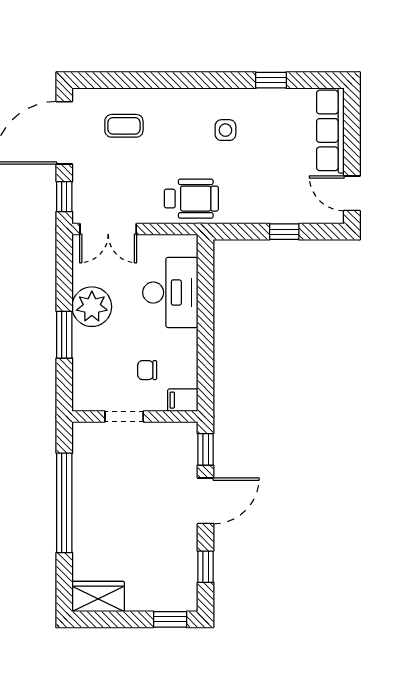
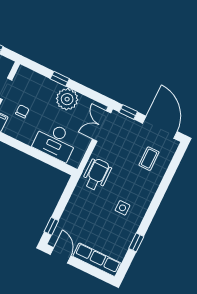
door: (352, 193) -> (61, 255), hinge flipped
wheelchair: (191, 199) -> (97, 175), turned 180
window: (284, 232) -> (51, 226), moved
window: (64, 335) -> (60, 79), width x0.67

